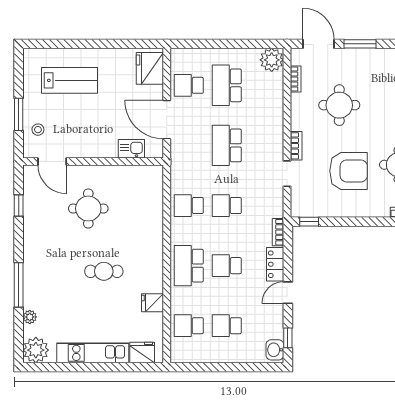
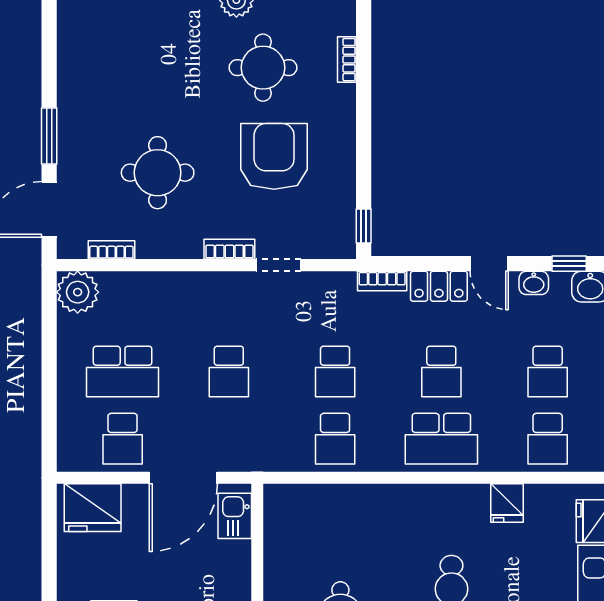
school desk: (227, 145) -> (229, 371), width x0.54
kitchen sink: (131, 149) -> (235, 516), moved
washbasin: (277, 318) -> (534, 283), added

